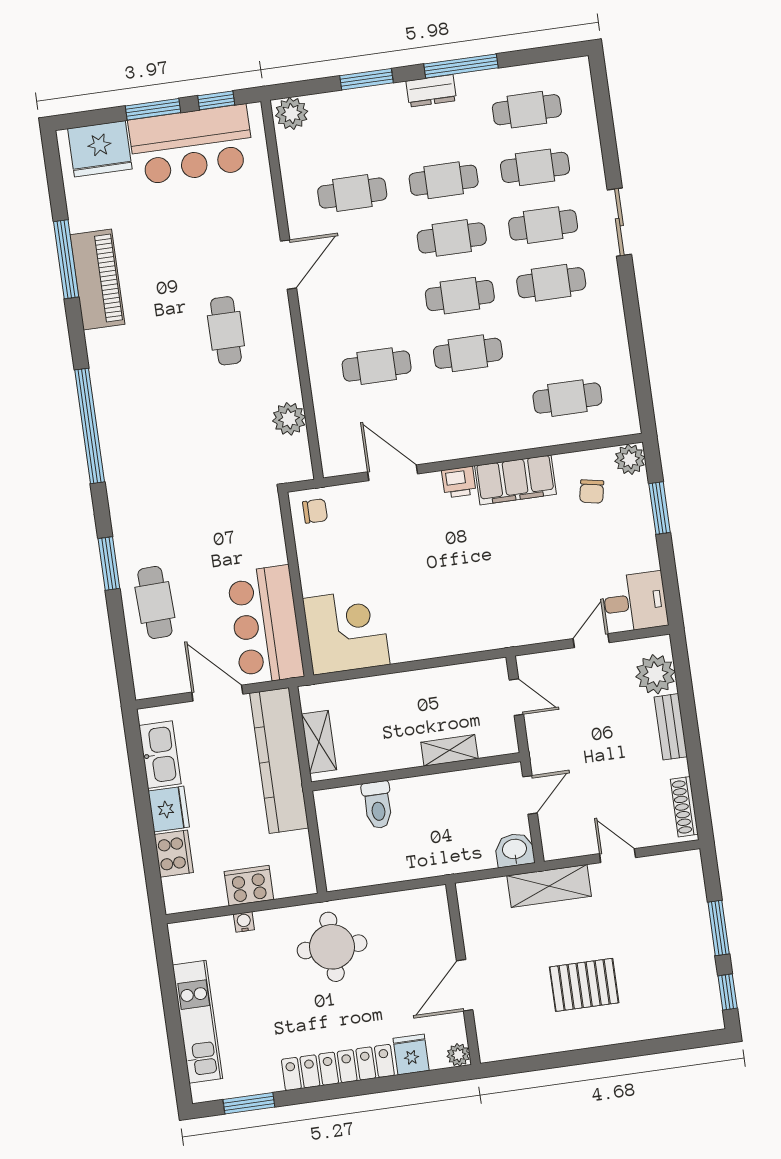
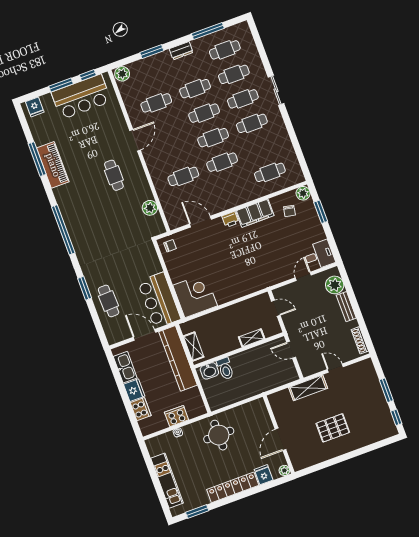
window: (461, 66) -> (208, 31), moved
fridge: (100, 149) -> (35, 107), width x0.53, depth x0.75
door: (530, 795) -> (291, 350), swing flipped
washbasin: (515, 850) -> (209, 371), moved, turned 180

